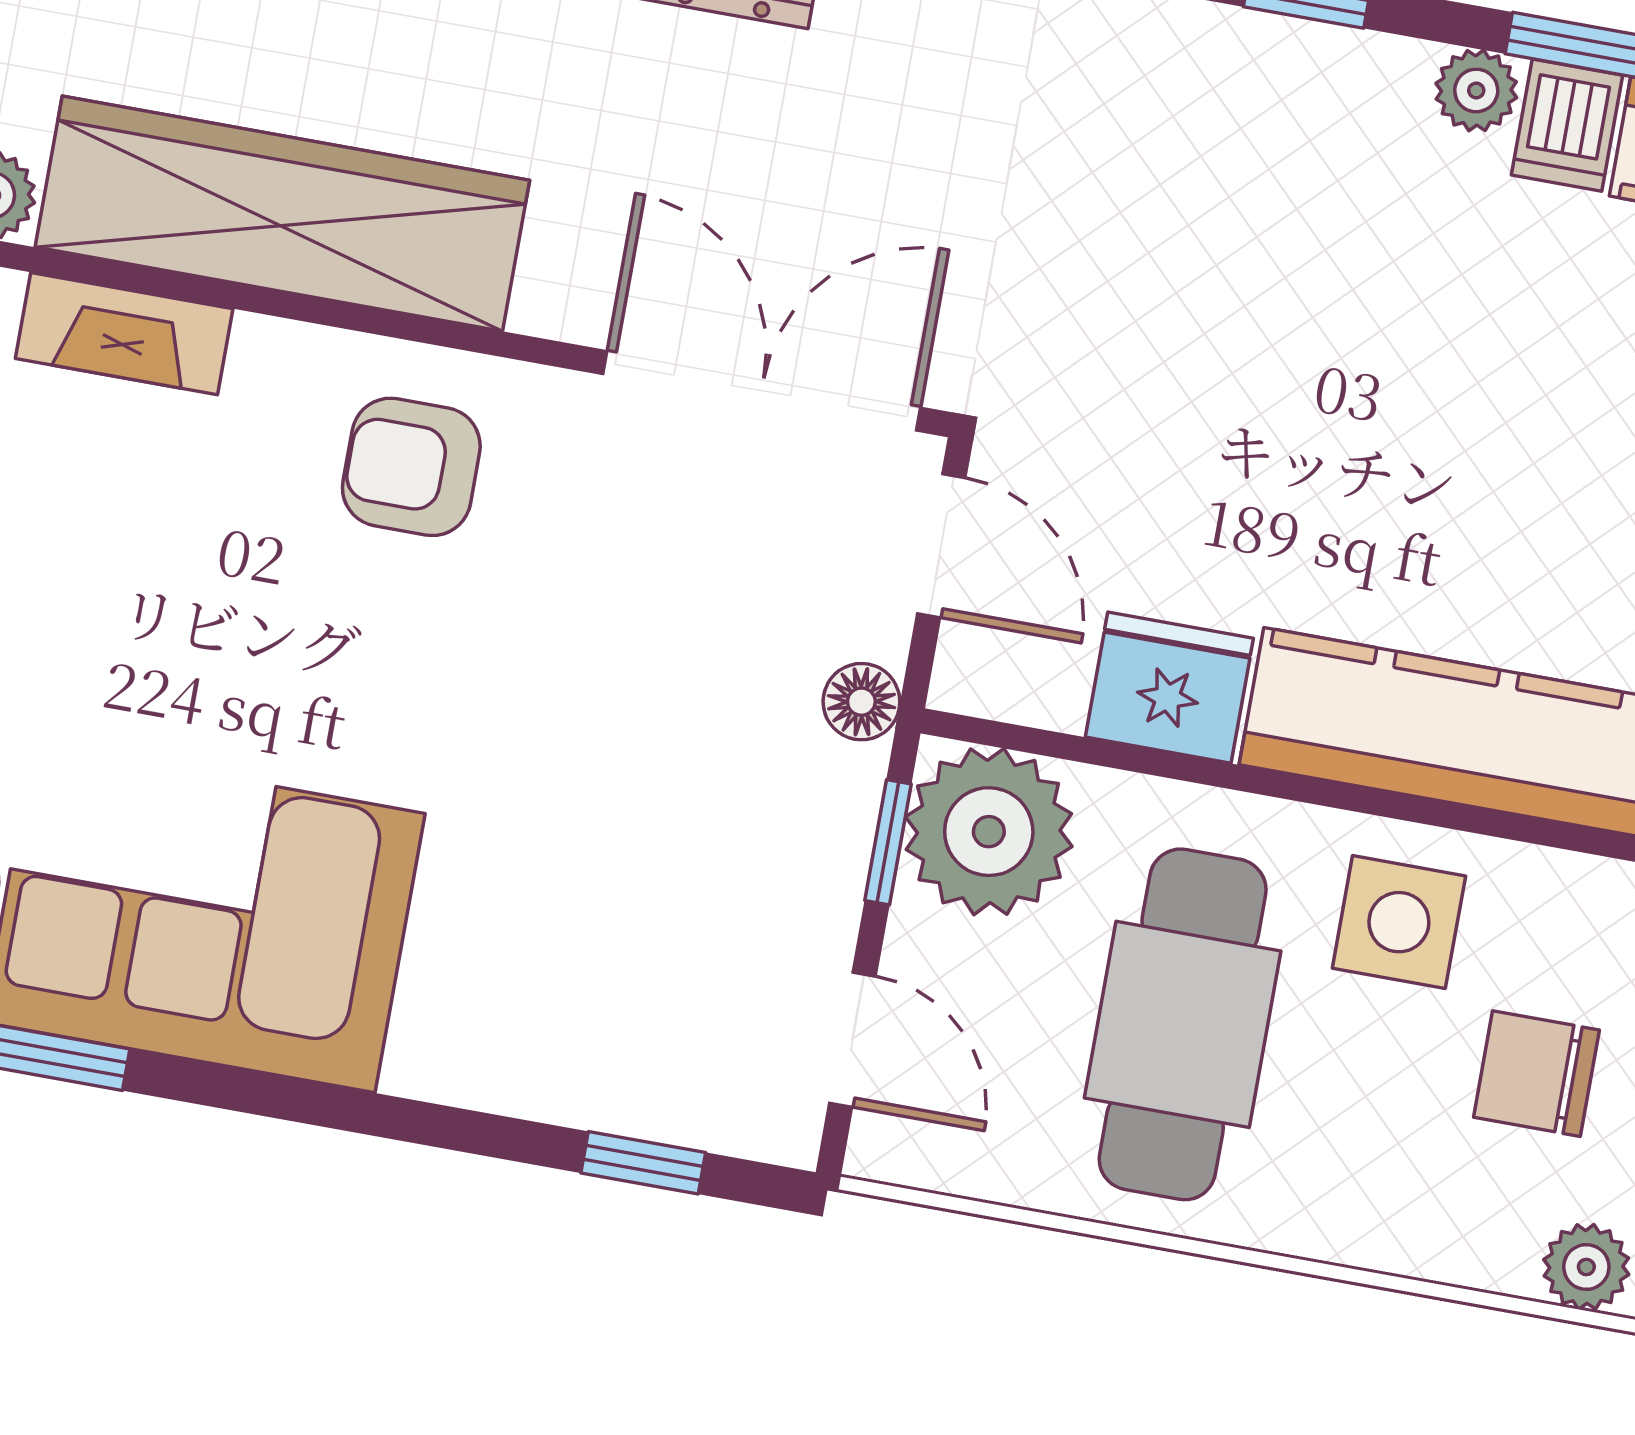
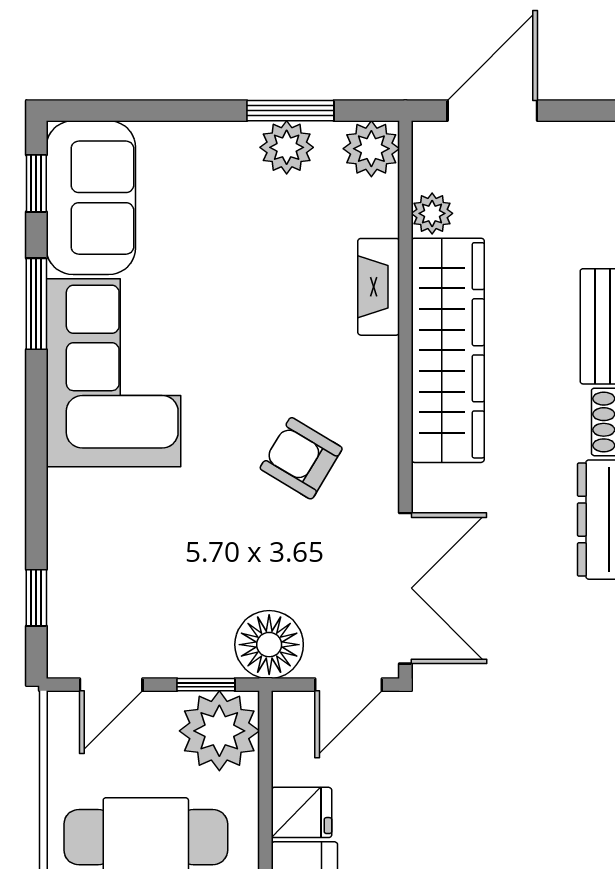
armchair: (411, 467) -> (301, 458), moved, turned -59
fridge: (1169, 688) -> (301, 812), width x0.72
floor lamp: (861, 702) -> (269, 645), width x1.89, depth x1.89

